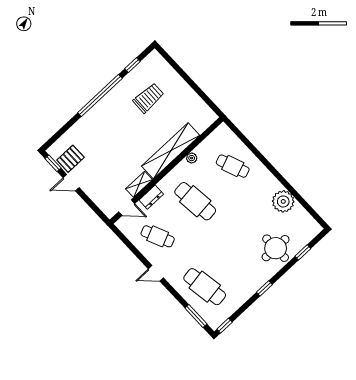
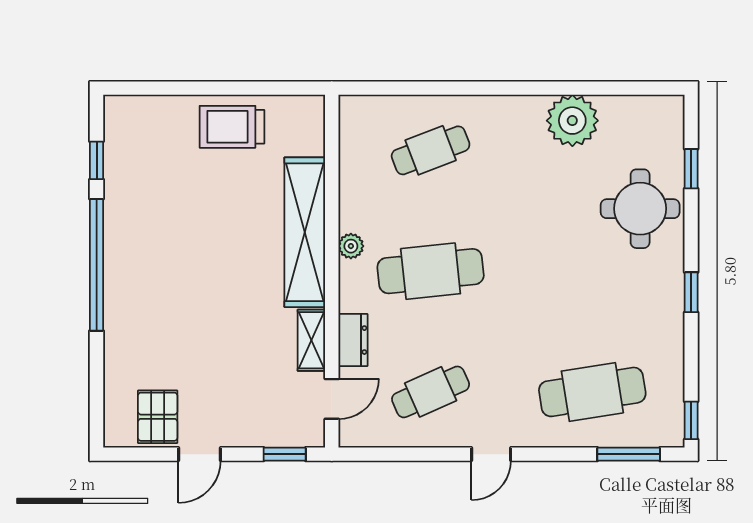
trolley: (148, 98) -> (232, 127), moved, turned -91
plant: (192, 158) -> (351, 246), moved
window: (53, 163) -> (285, 454), moved

